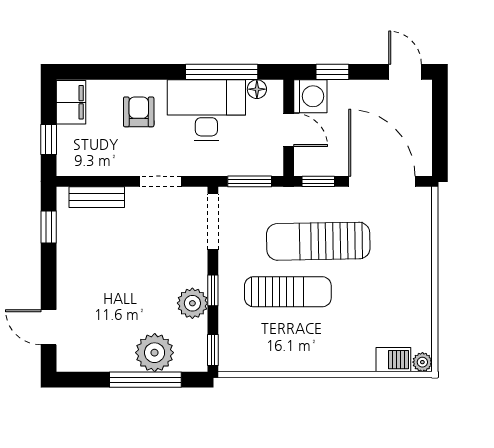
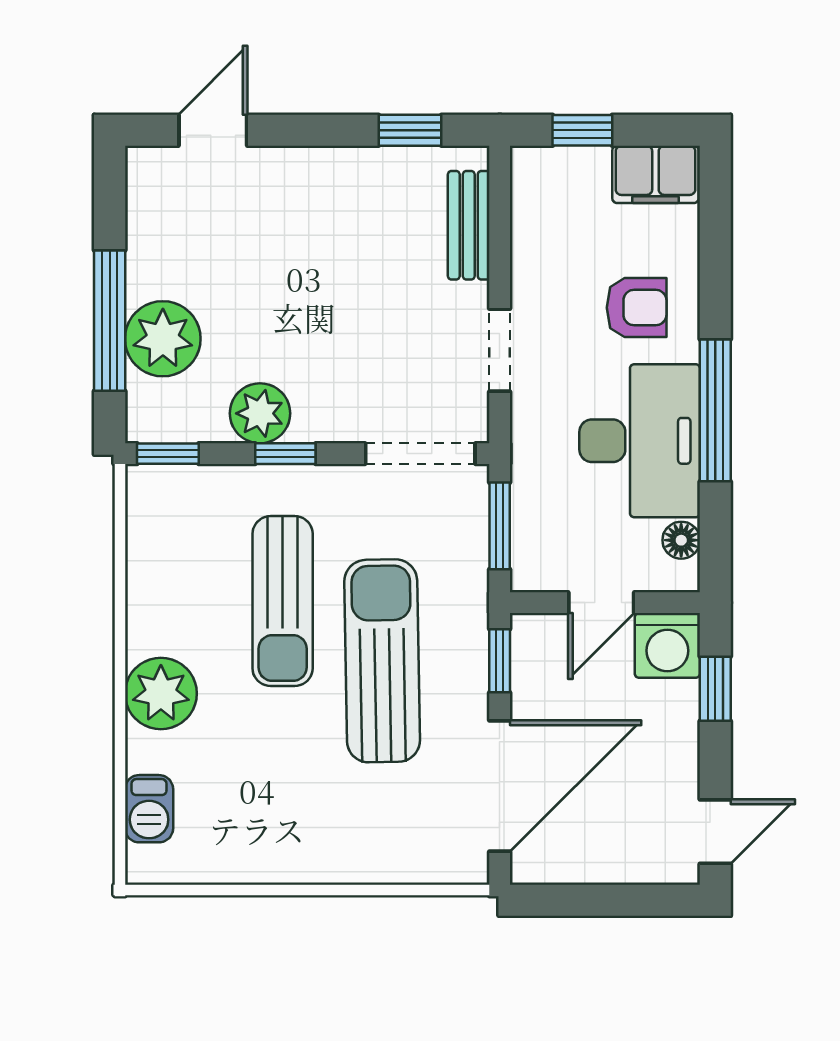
window: (222, 72) -> (715, 410), moved
plant: (422, 362) -> (161, 693), moved, width x1.87, depth x1.87

